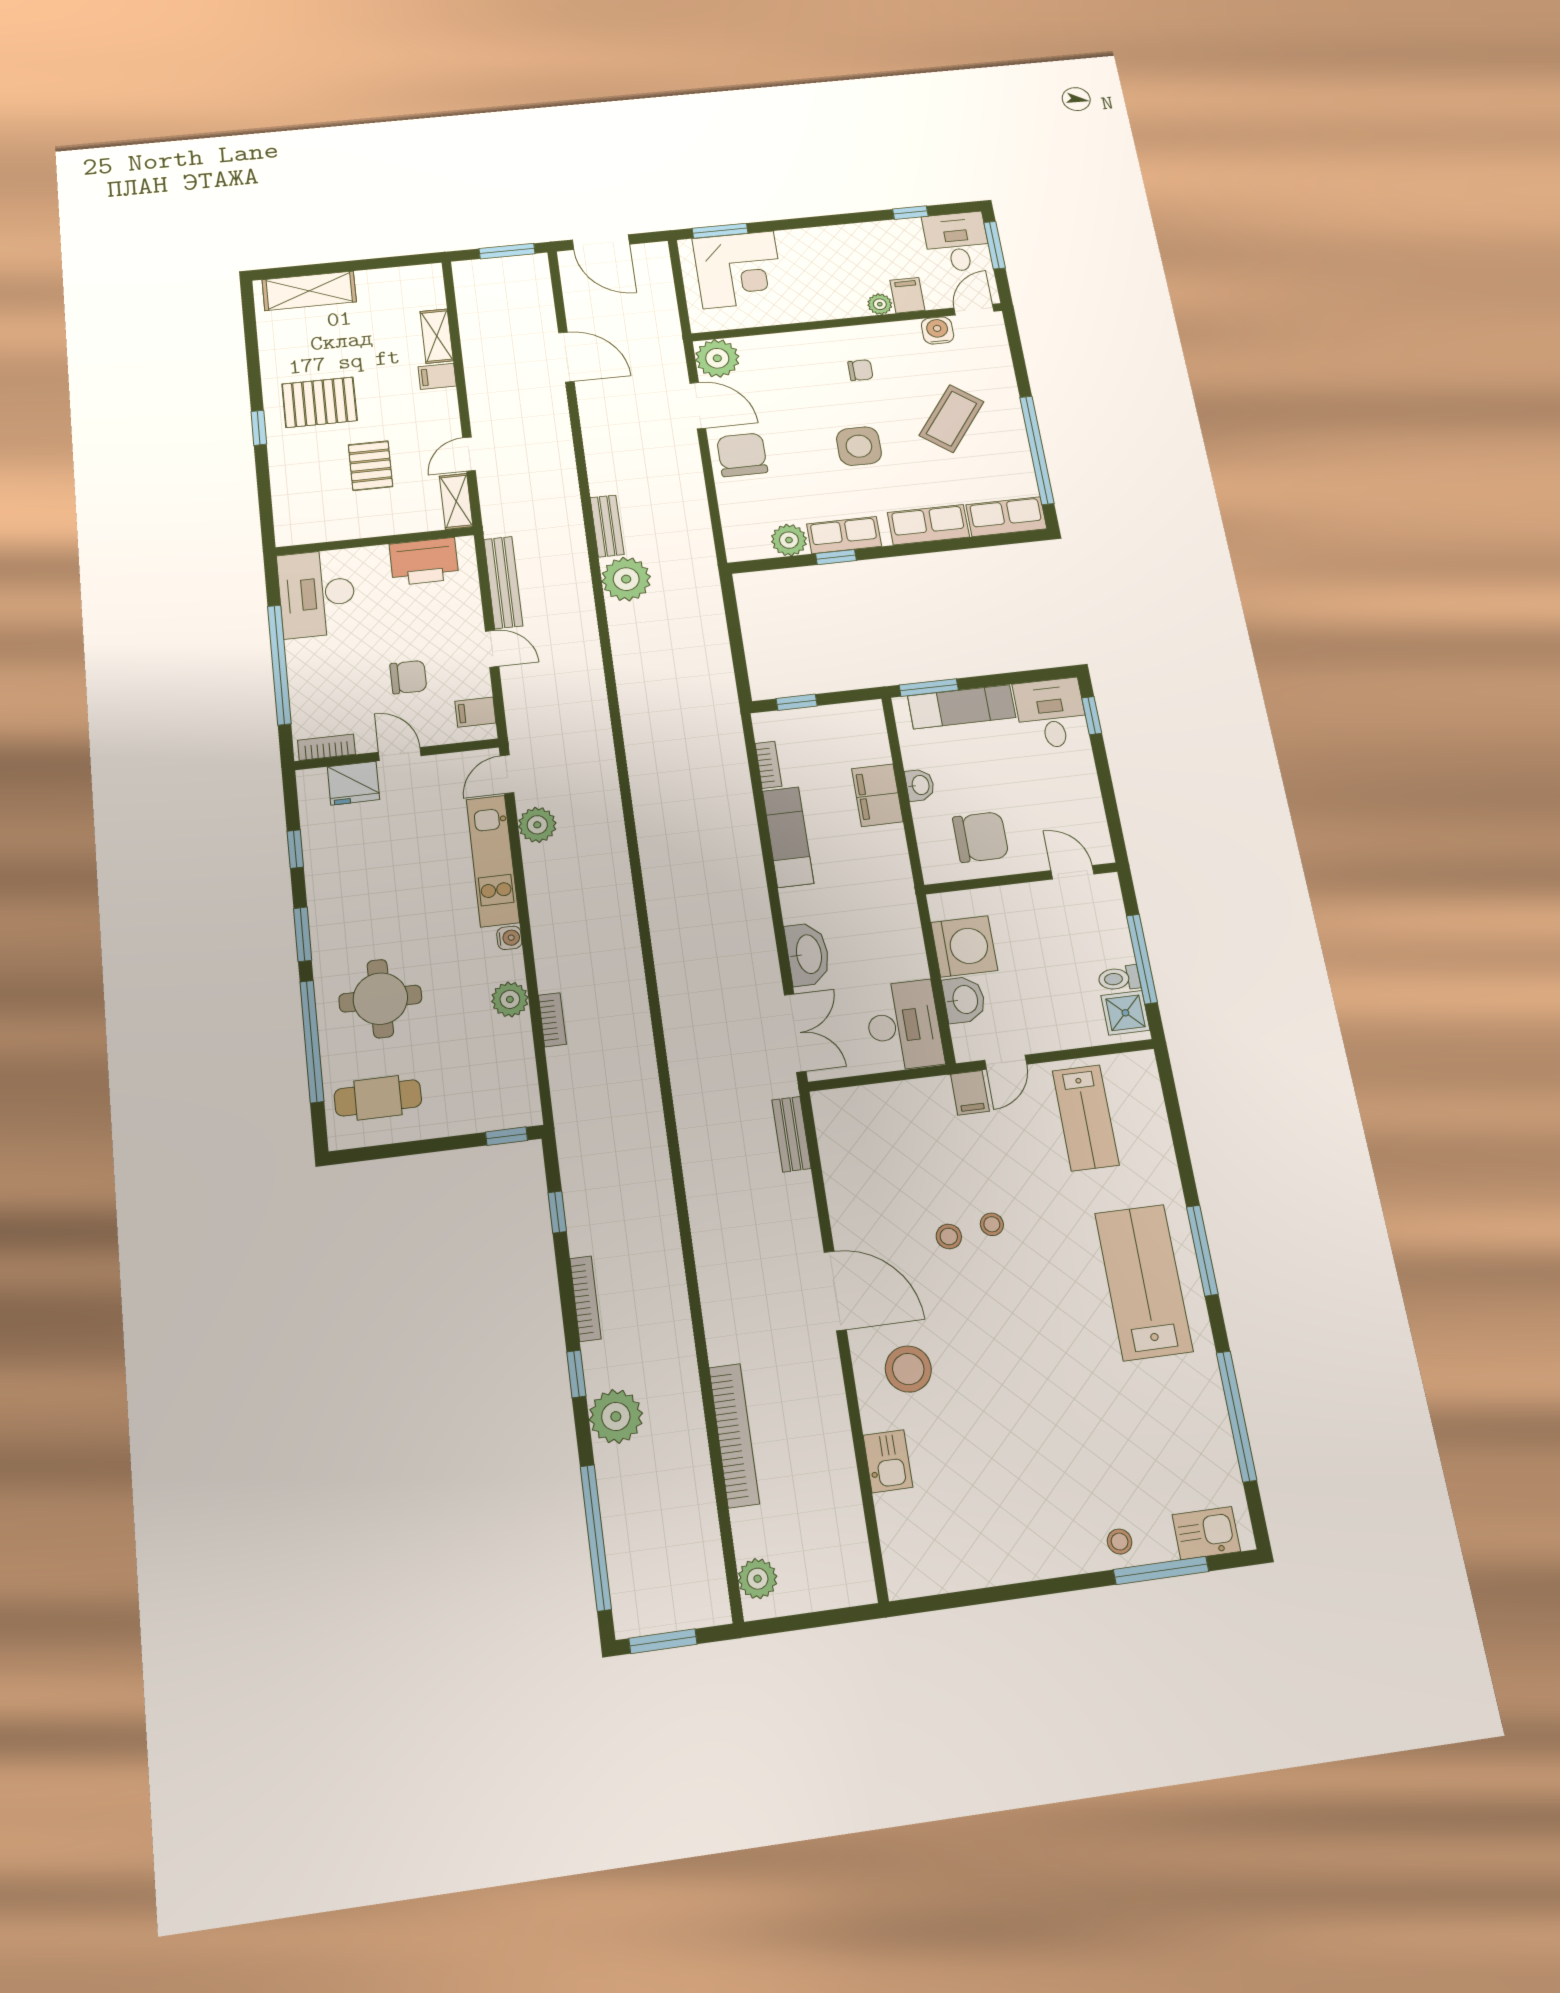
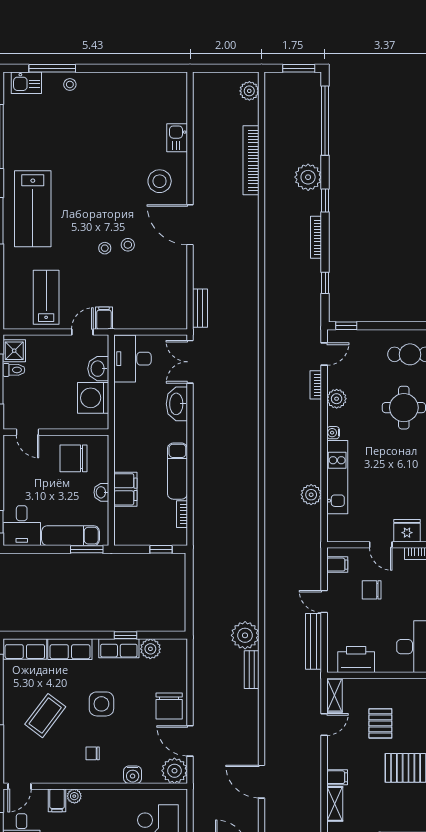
water cooler: (938, 330) -> (133, 775), moved
door: (507, 774) -> (324, 354), moved

